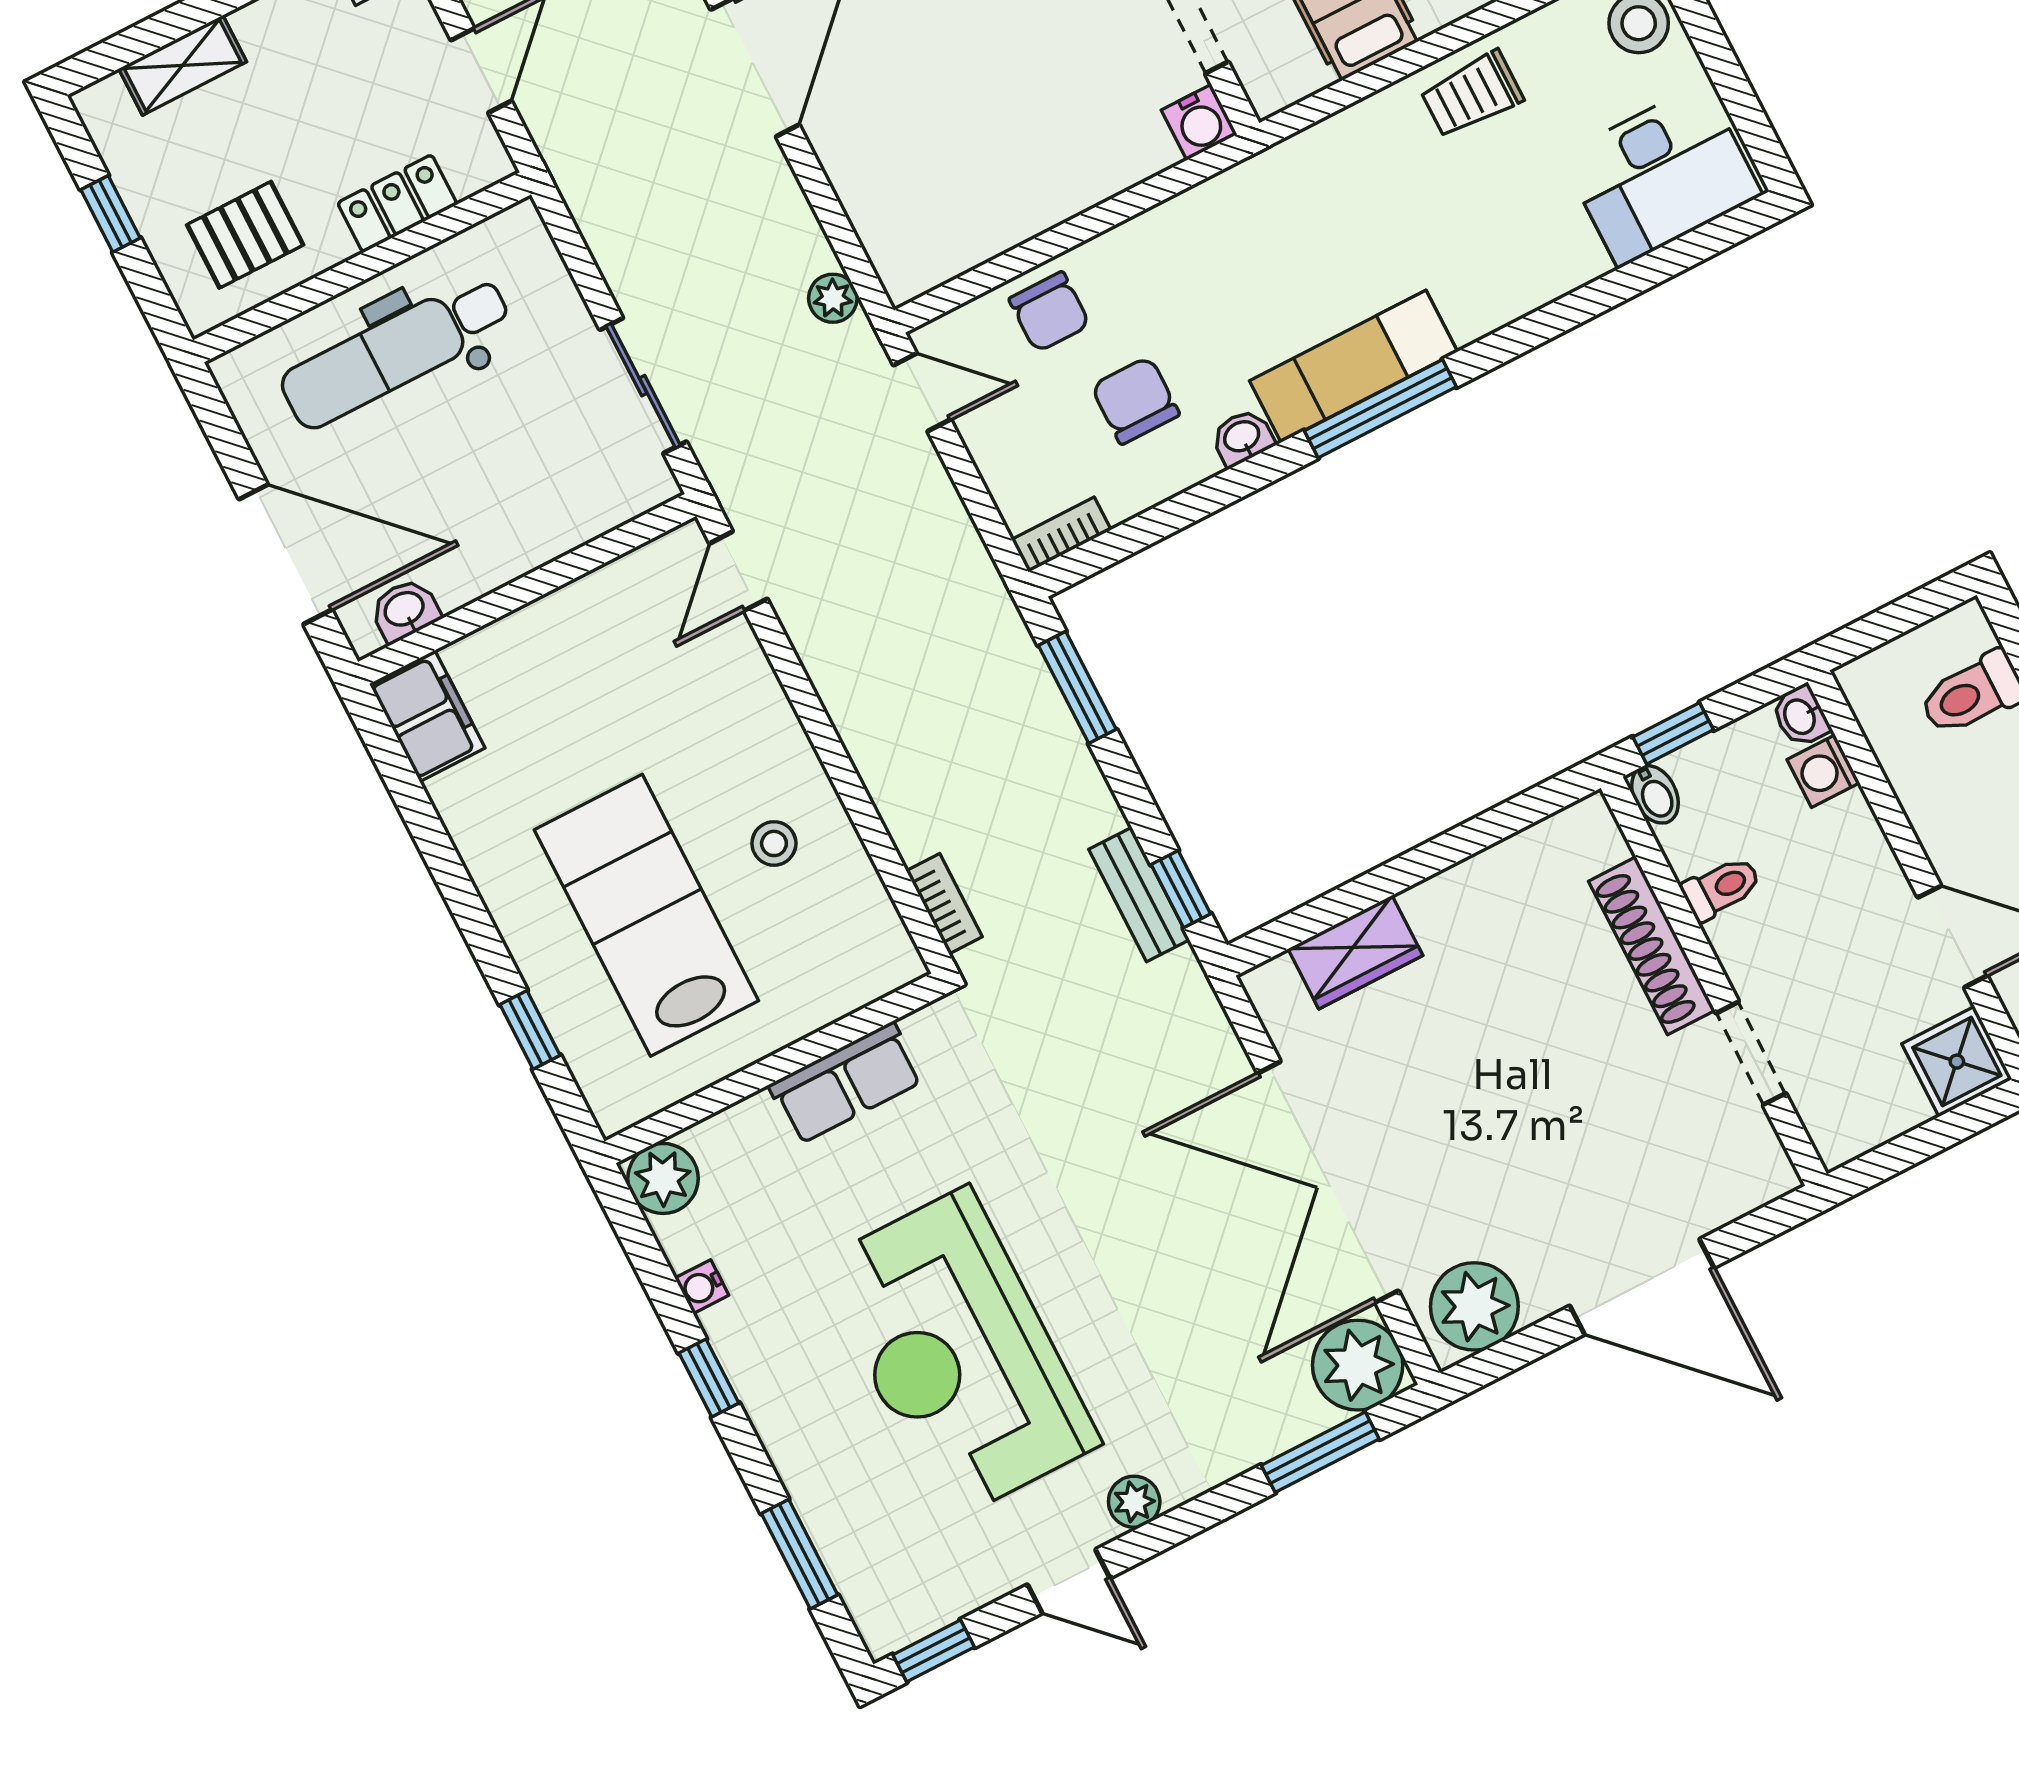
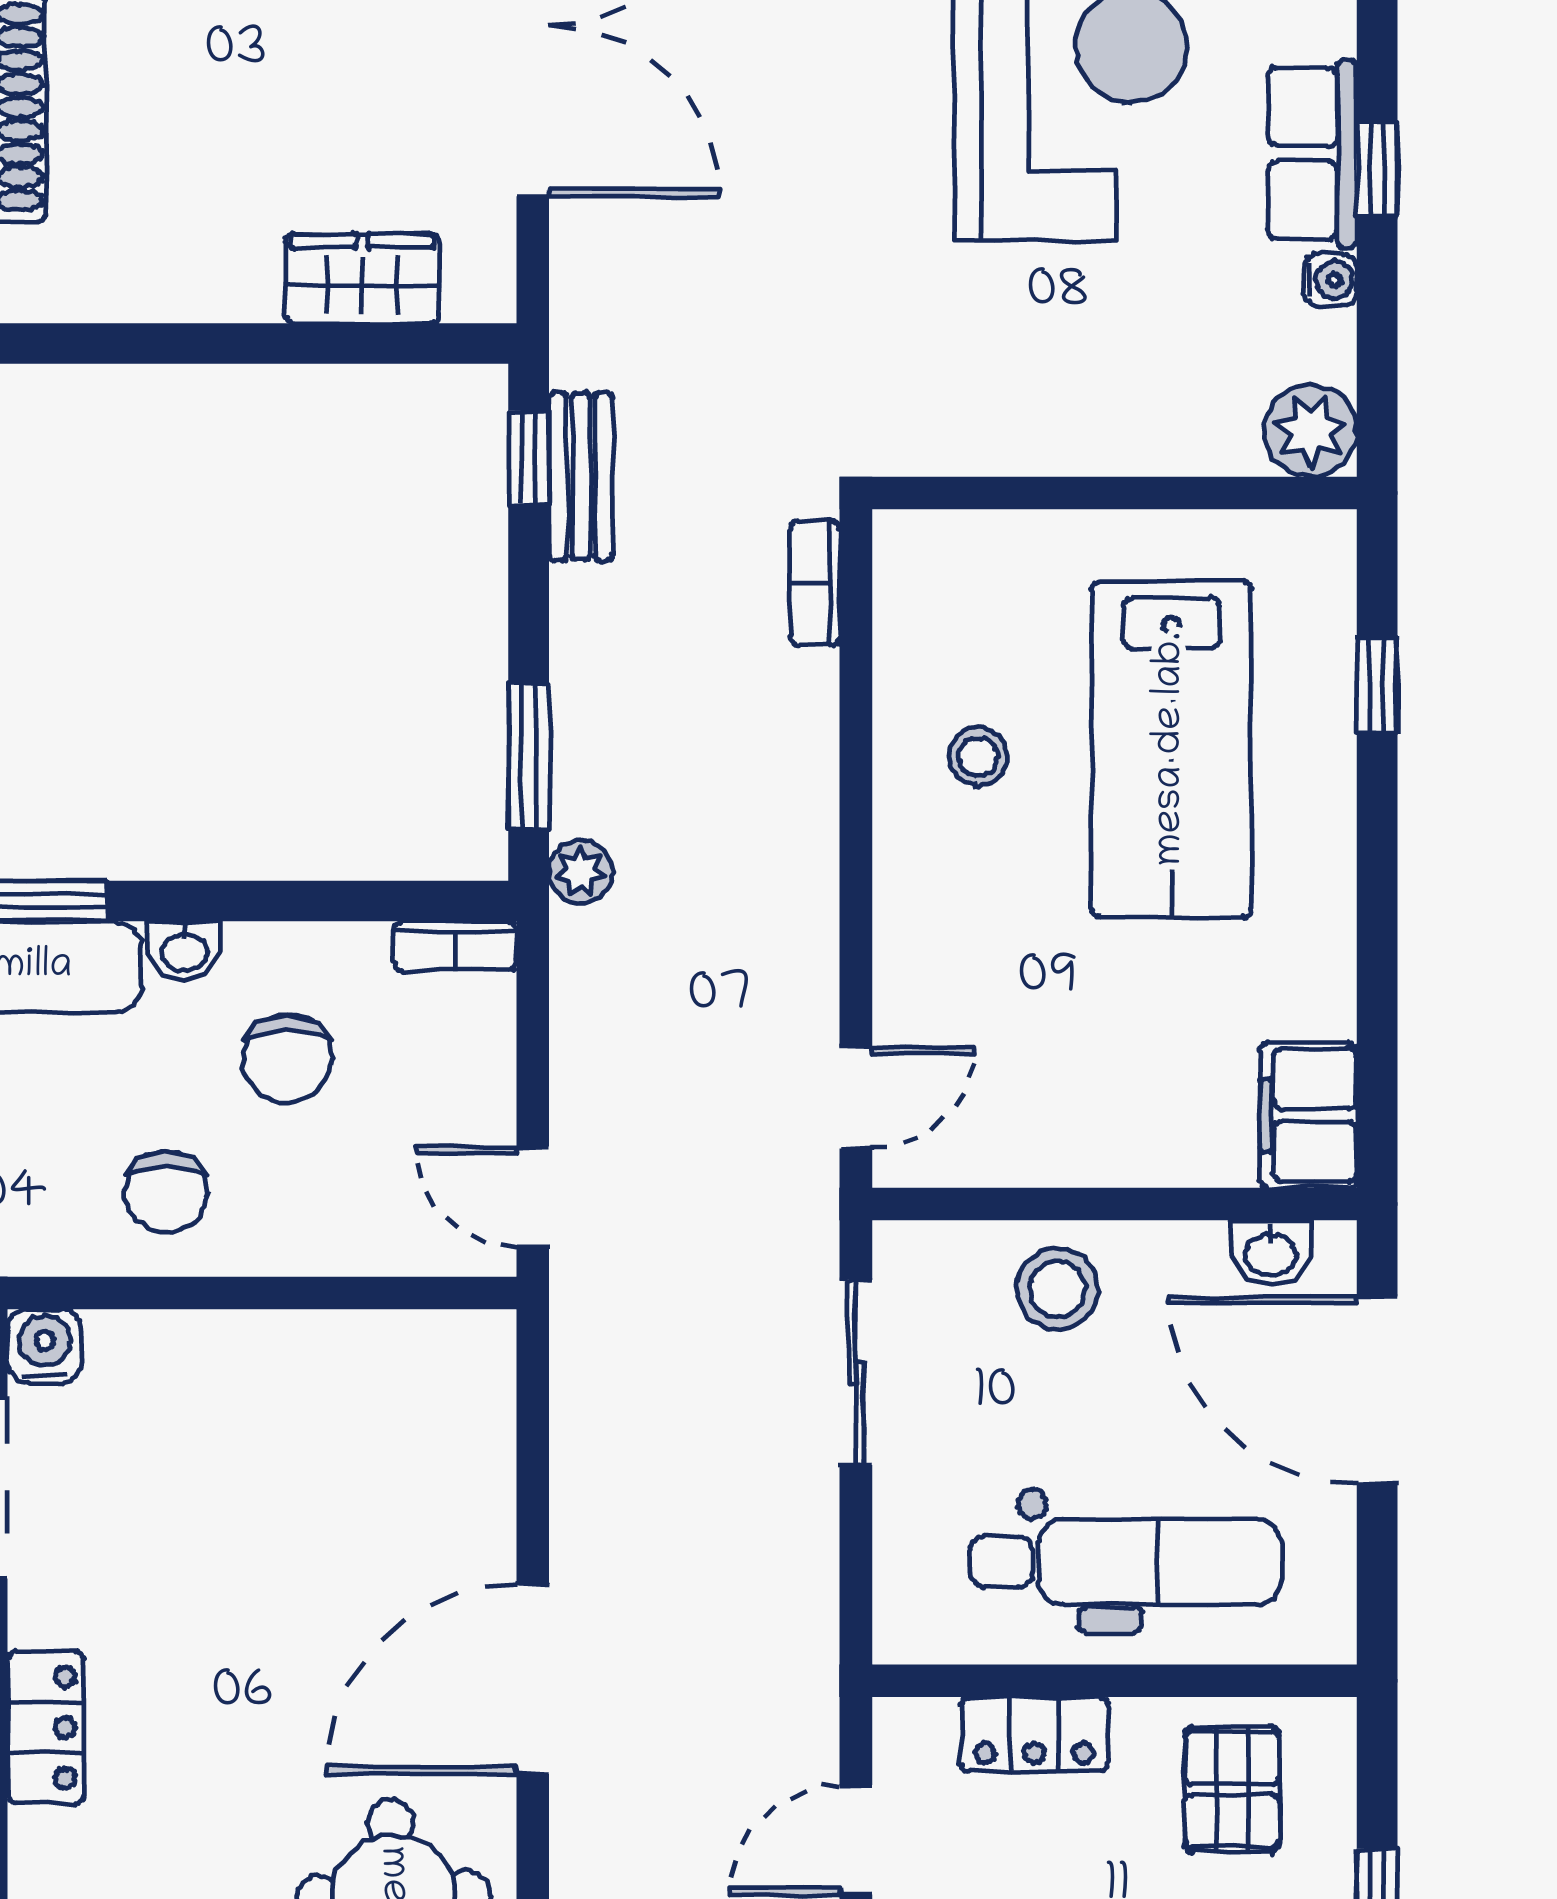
pallet: (245, 235) -> (1232, 1789), turned 90
plant: (833, 298) -> (581, 872), moved
chair: (1049, 312) -> (166, 1192), moved, turned 180
stool: (536, 512) -> (1057, 1289), added
row of seats: (846, 1083) -> (1312, 154), moved, turned -90

